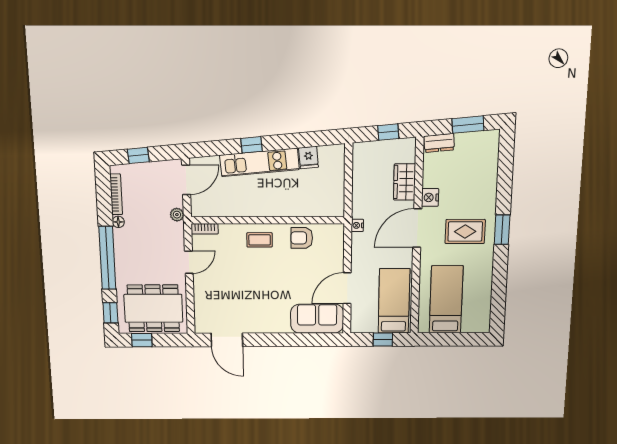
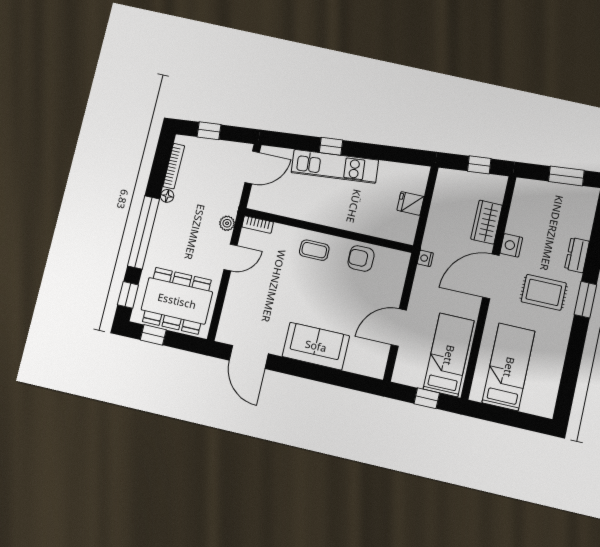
dresser: (439, 143) -> (577, 255), moved, turned 95
fridge: (309, 157) -> (410, 203), moved, turned 95
plant: (177, 215) -> (227, 223), moved
sofa: (317, 319) -> (316, 346), moved

